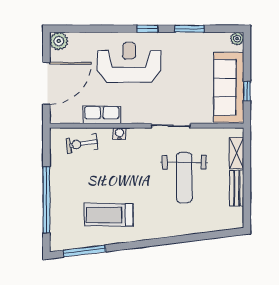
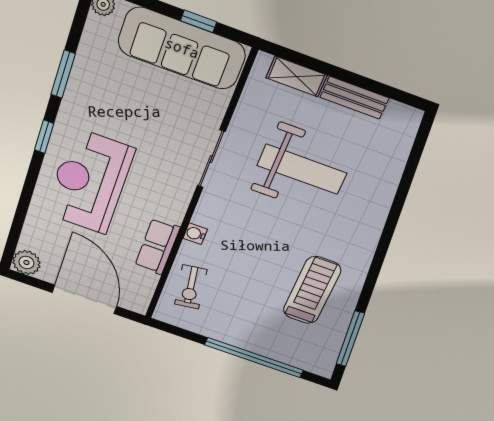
treadmill: (109, 215) -> (312, 290), turned 180

